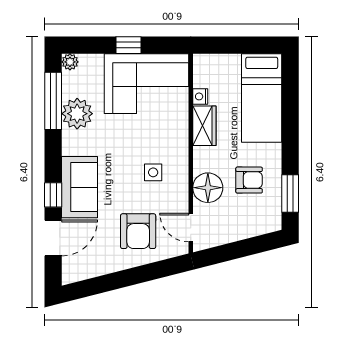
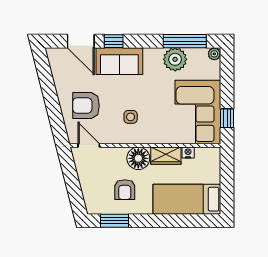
window: (129, 45) -> (227, 118), moved
floor lamp: (208, 188) -> (138, 158), moved
door: (191, 228) -> (89, 145), hinge flipped

